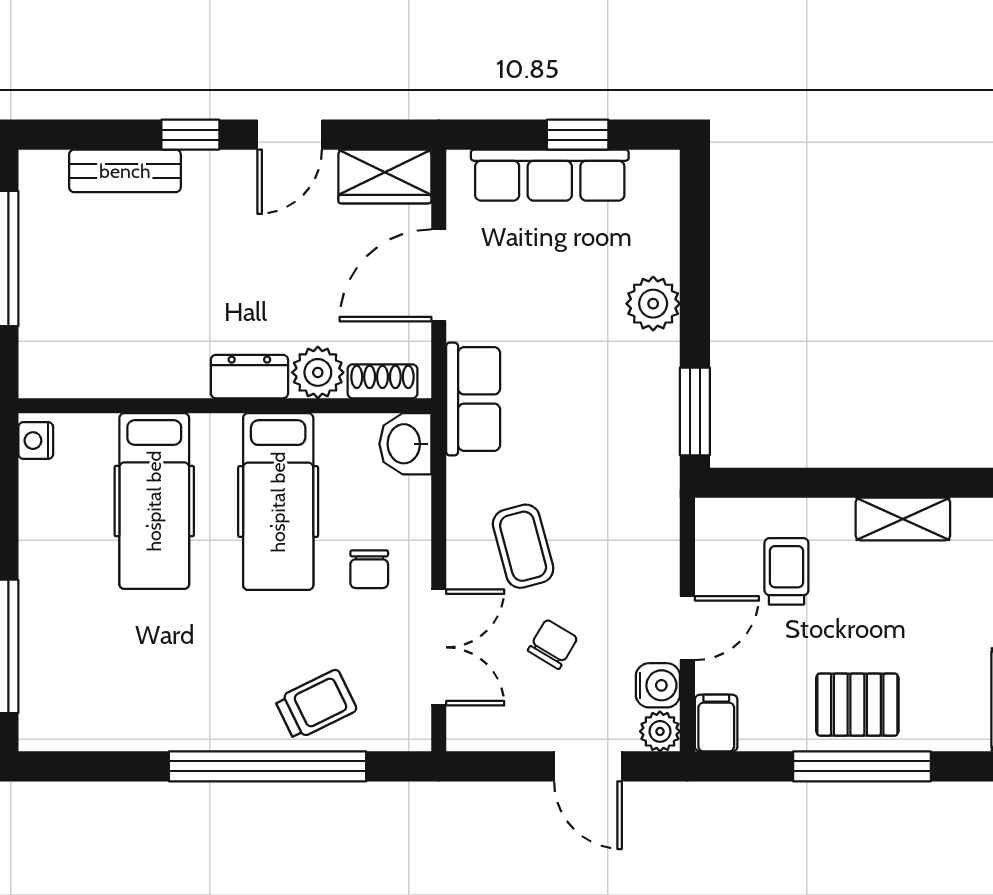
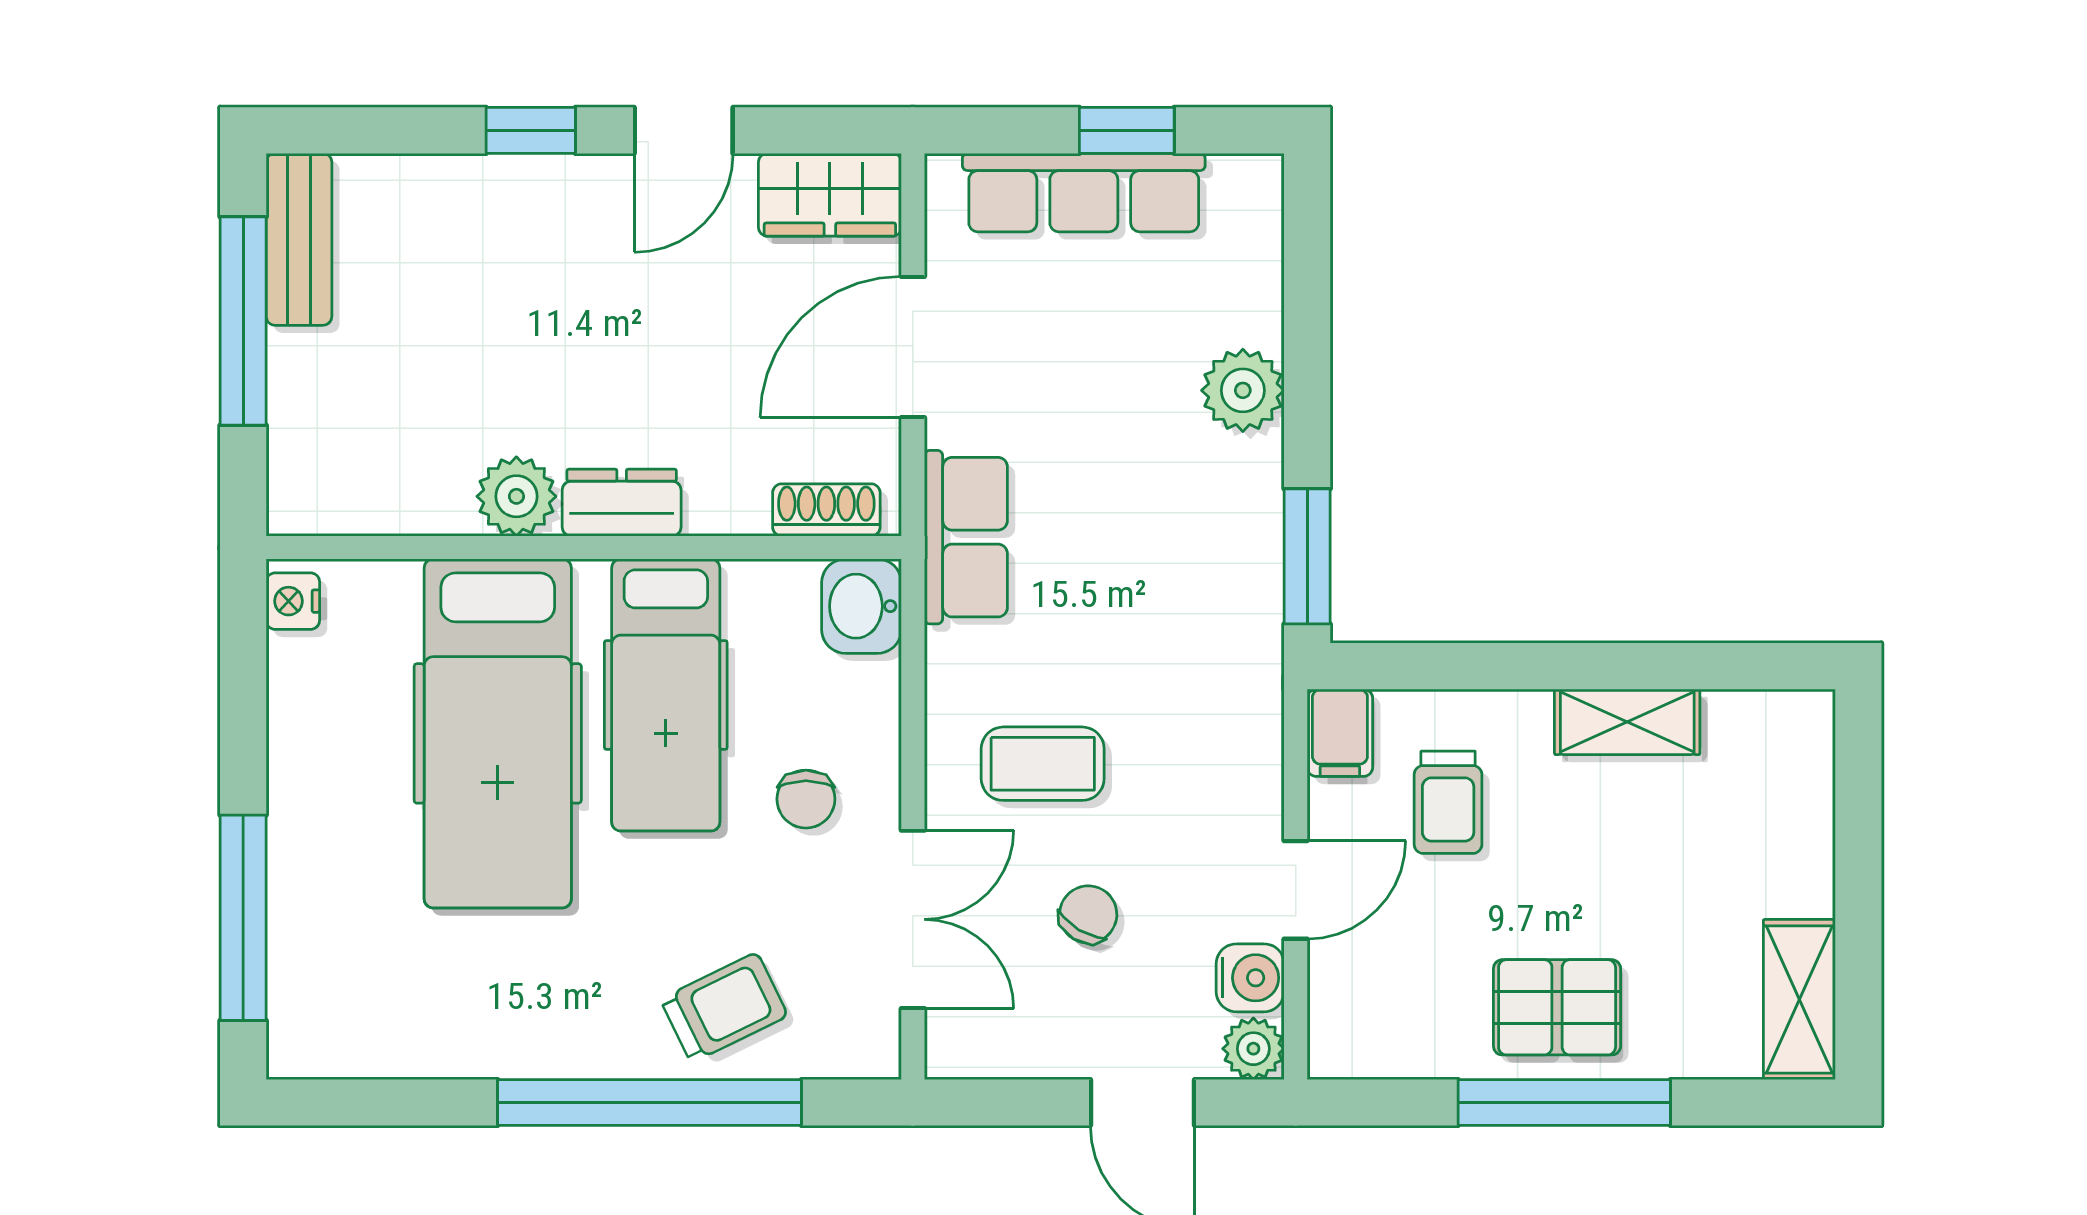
bench: (125, 171) -> (299, 239), moved, turned 90
plant: (318, 372) -> (516, 496), moved
hospital bed: (154, 501) -> (498, 733), width x1.37, depth x1.29
coffee table: (523, 546) -> (1043, 764), turned -75
trolley: (786, 571) -> (1448, 802), turned 180
filing cabinet: (716, 723) -> (1340, 733), moved, turned 180

